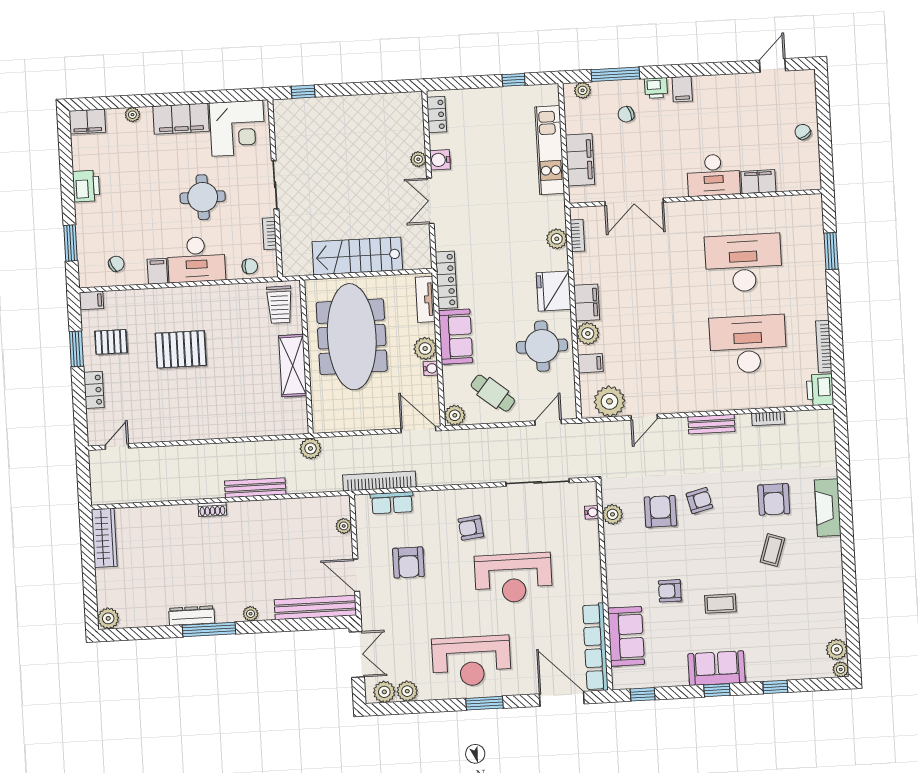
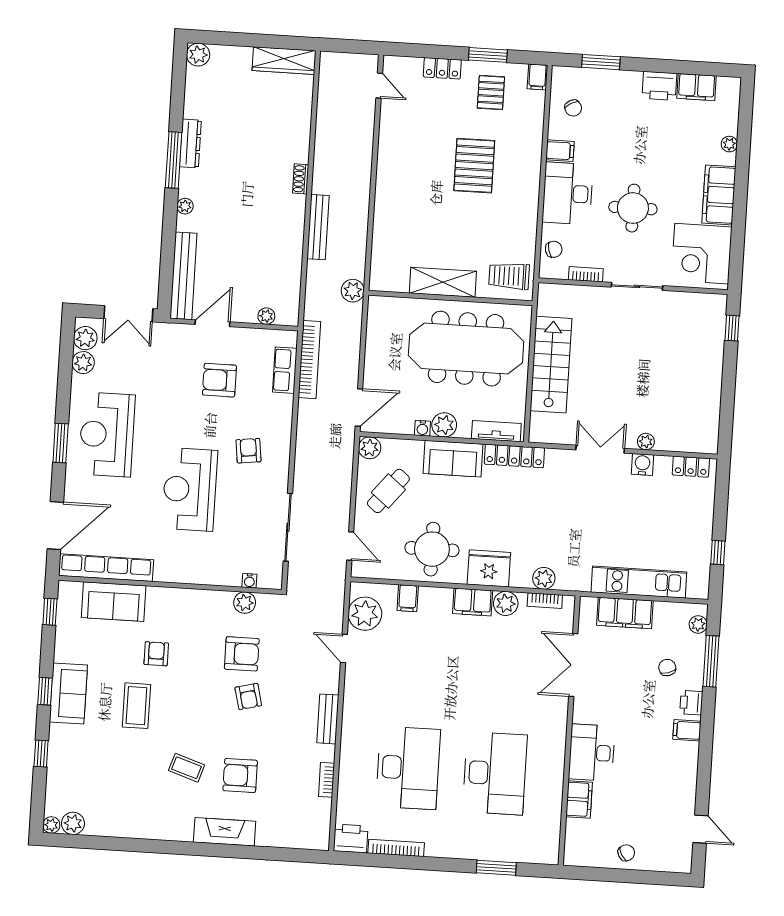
filing cabinet: (87, 121) -> (697, 87), moved, turned -90
chair: (250, 266) -> (554, 249), turned -104
plant: (588, 334) -> (506, 603), moved
coffee table: (720, 604) -> (136, 706), width x1.36, depth x1.30

